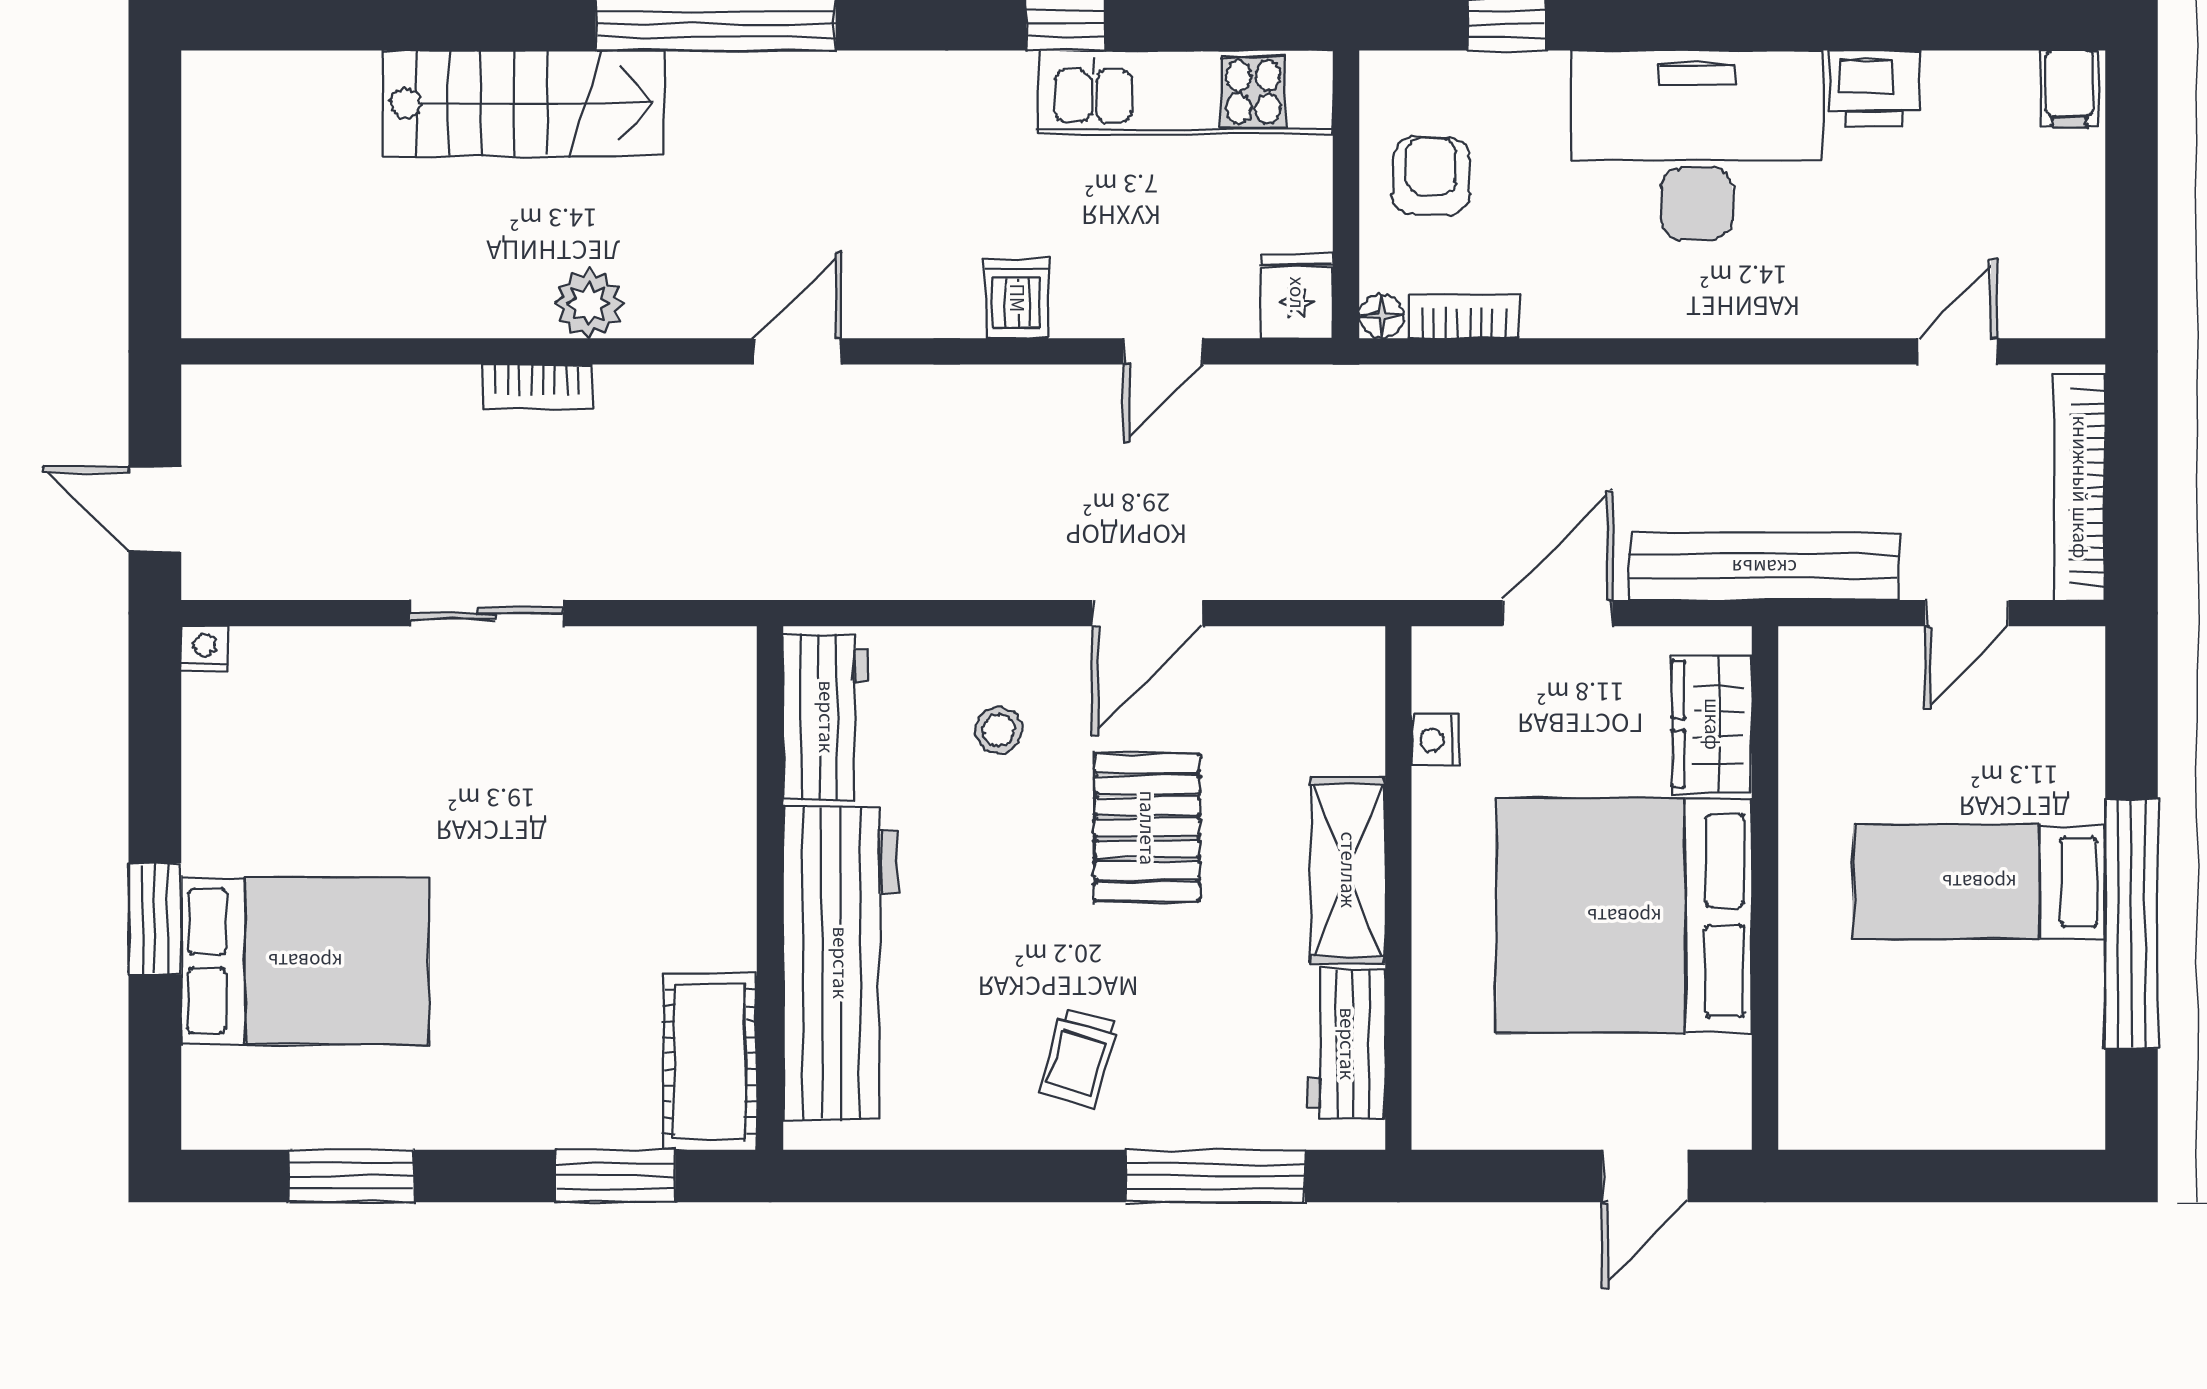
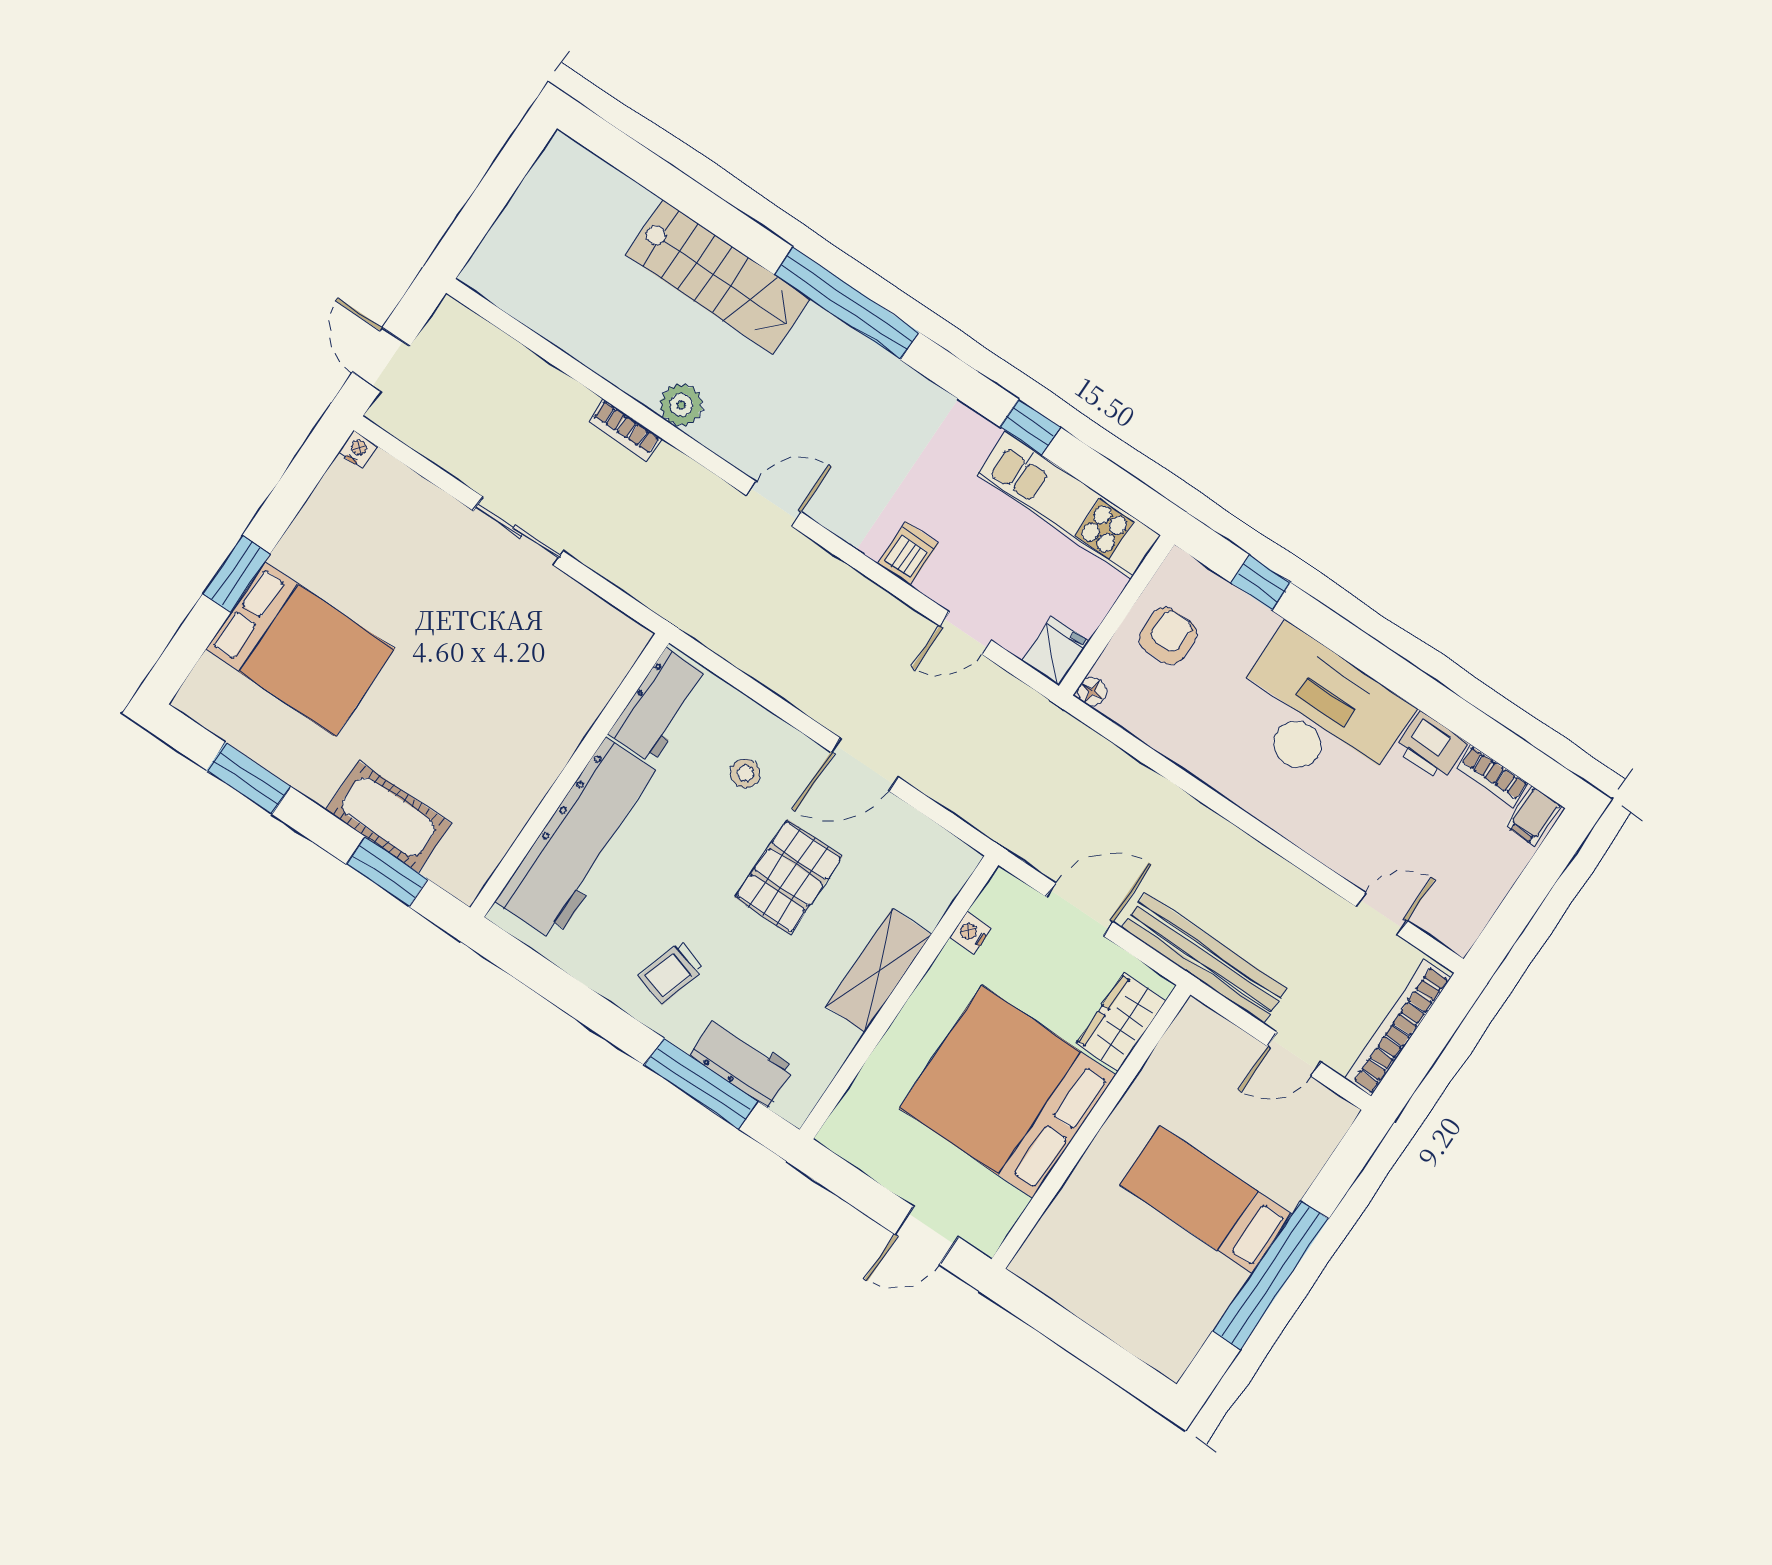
bookcase: (1464, 316) -> (1492, 776), moved, turned 180
workbench: (1347, 1044) -> (742, 1062), moved, turned 90
cot: (710, 1062) -> (388, 817), moved, turned 90

